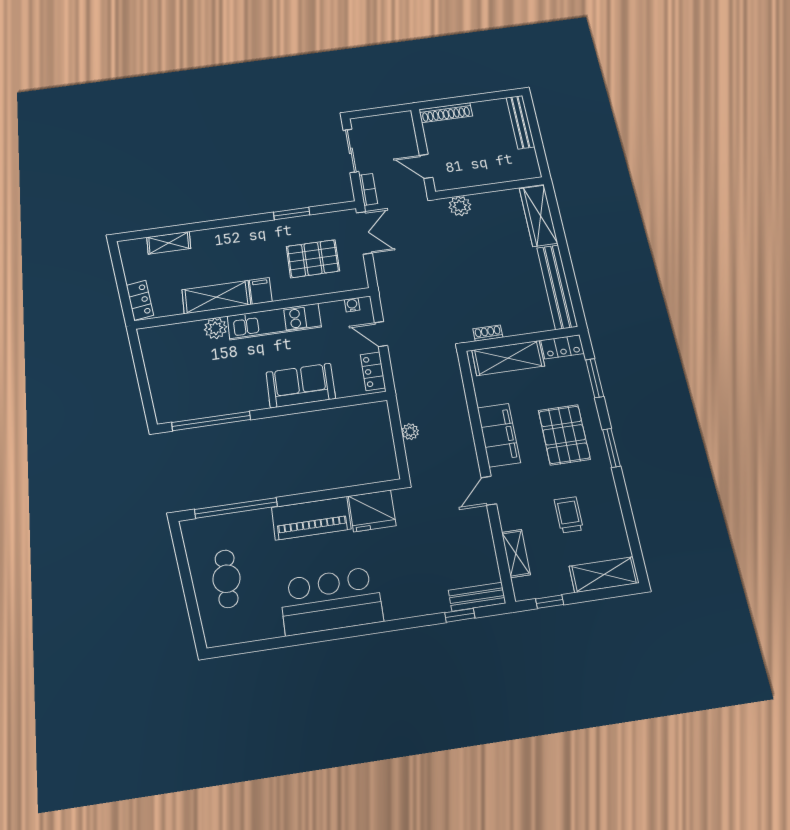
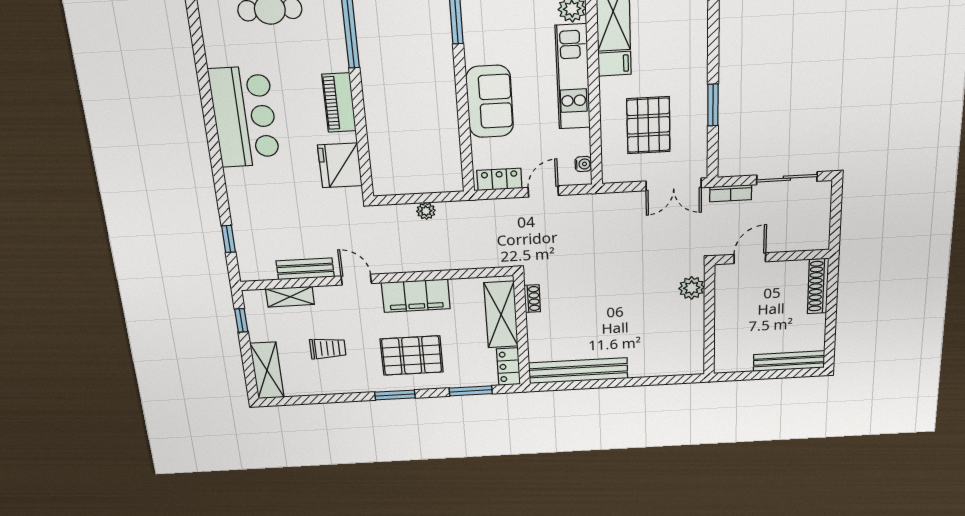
wardrobe: (538, 216) -> (666, 364), removed
piano: (311, 518) -> (339, 103), width x0.73, depth x0.75
bench: (477, 597) -> (305, 269), moved, turned 90

